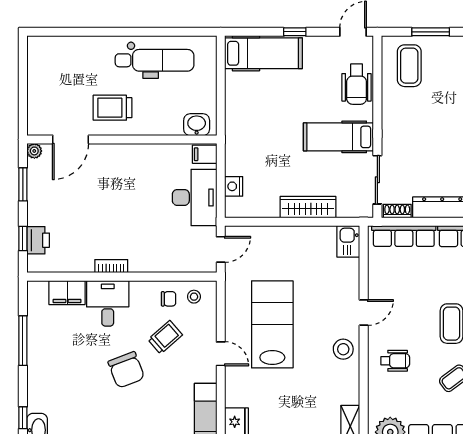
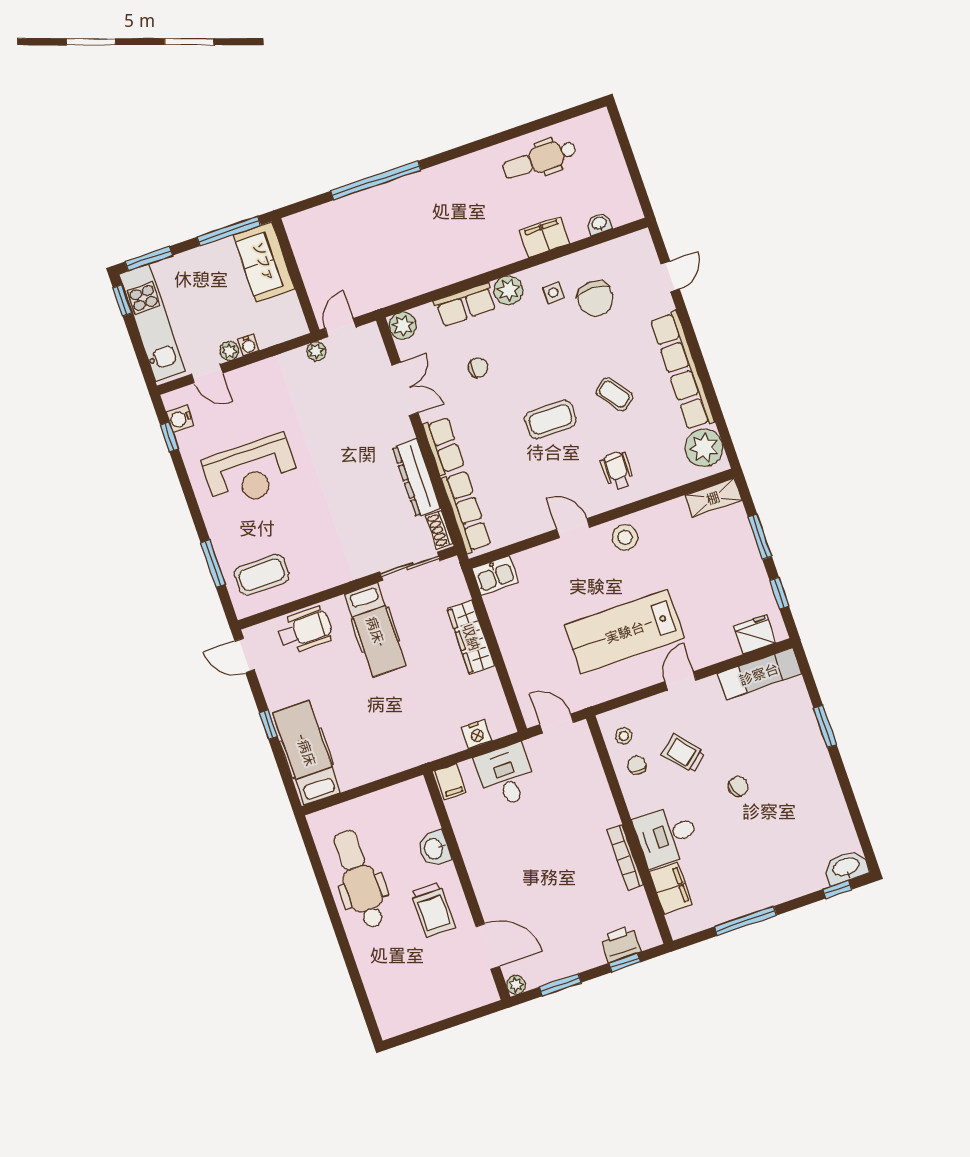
washbasin: (197, 125) -> (434, 848), moved
desk: (195, 197) -> (506, 776), width x0.73
bookcase: (111, 266) -> (625, 857), width x1.56
chair: (126, 370) -> (738, 786), width x0.54, depth x0.54

